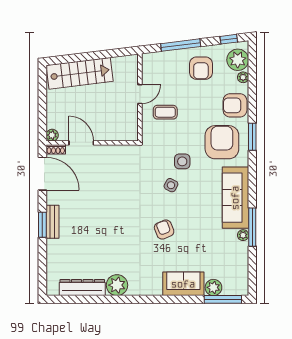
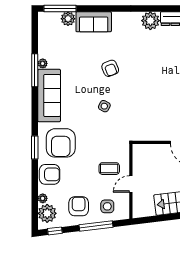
side table: (182, 161) -> (107, 206), moved

